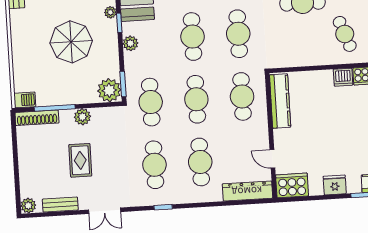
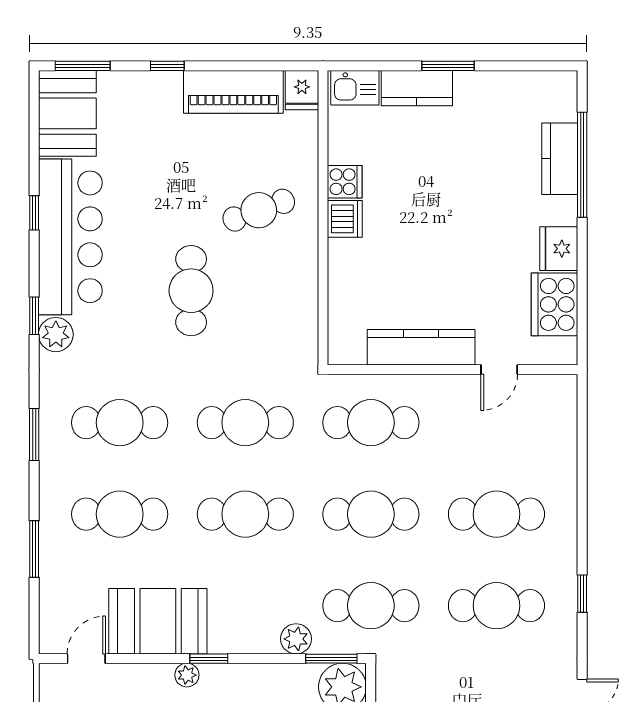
plant: (130, 43) -> (296, 639), moved
kitchen counter: (280, 101) -> (421, 347), moved
cooker: (292, 185) -> (554, 304), moved
dresser: (247, 191) -> (560, 423), removed

